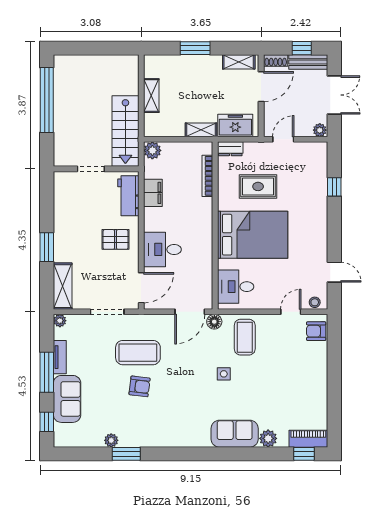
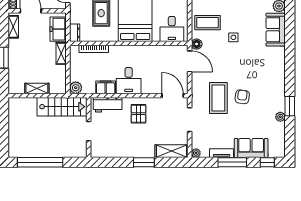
desk: (162, 249) -> (129, 81), moved

